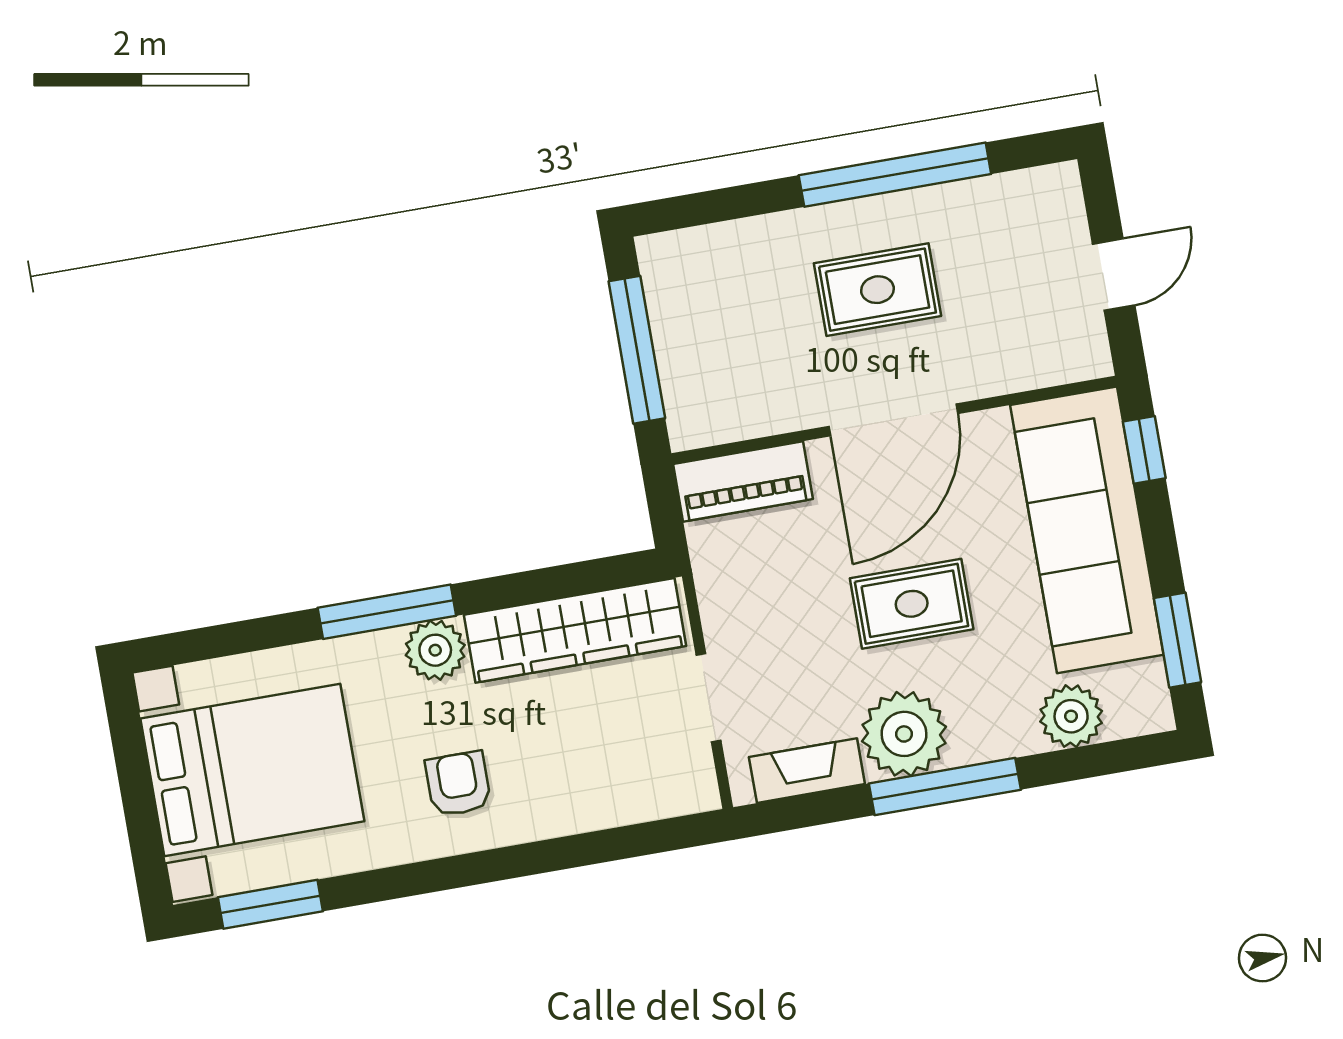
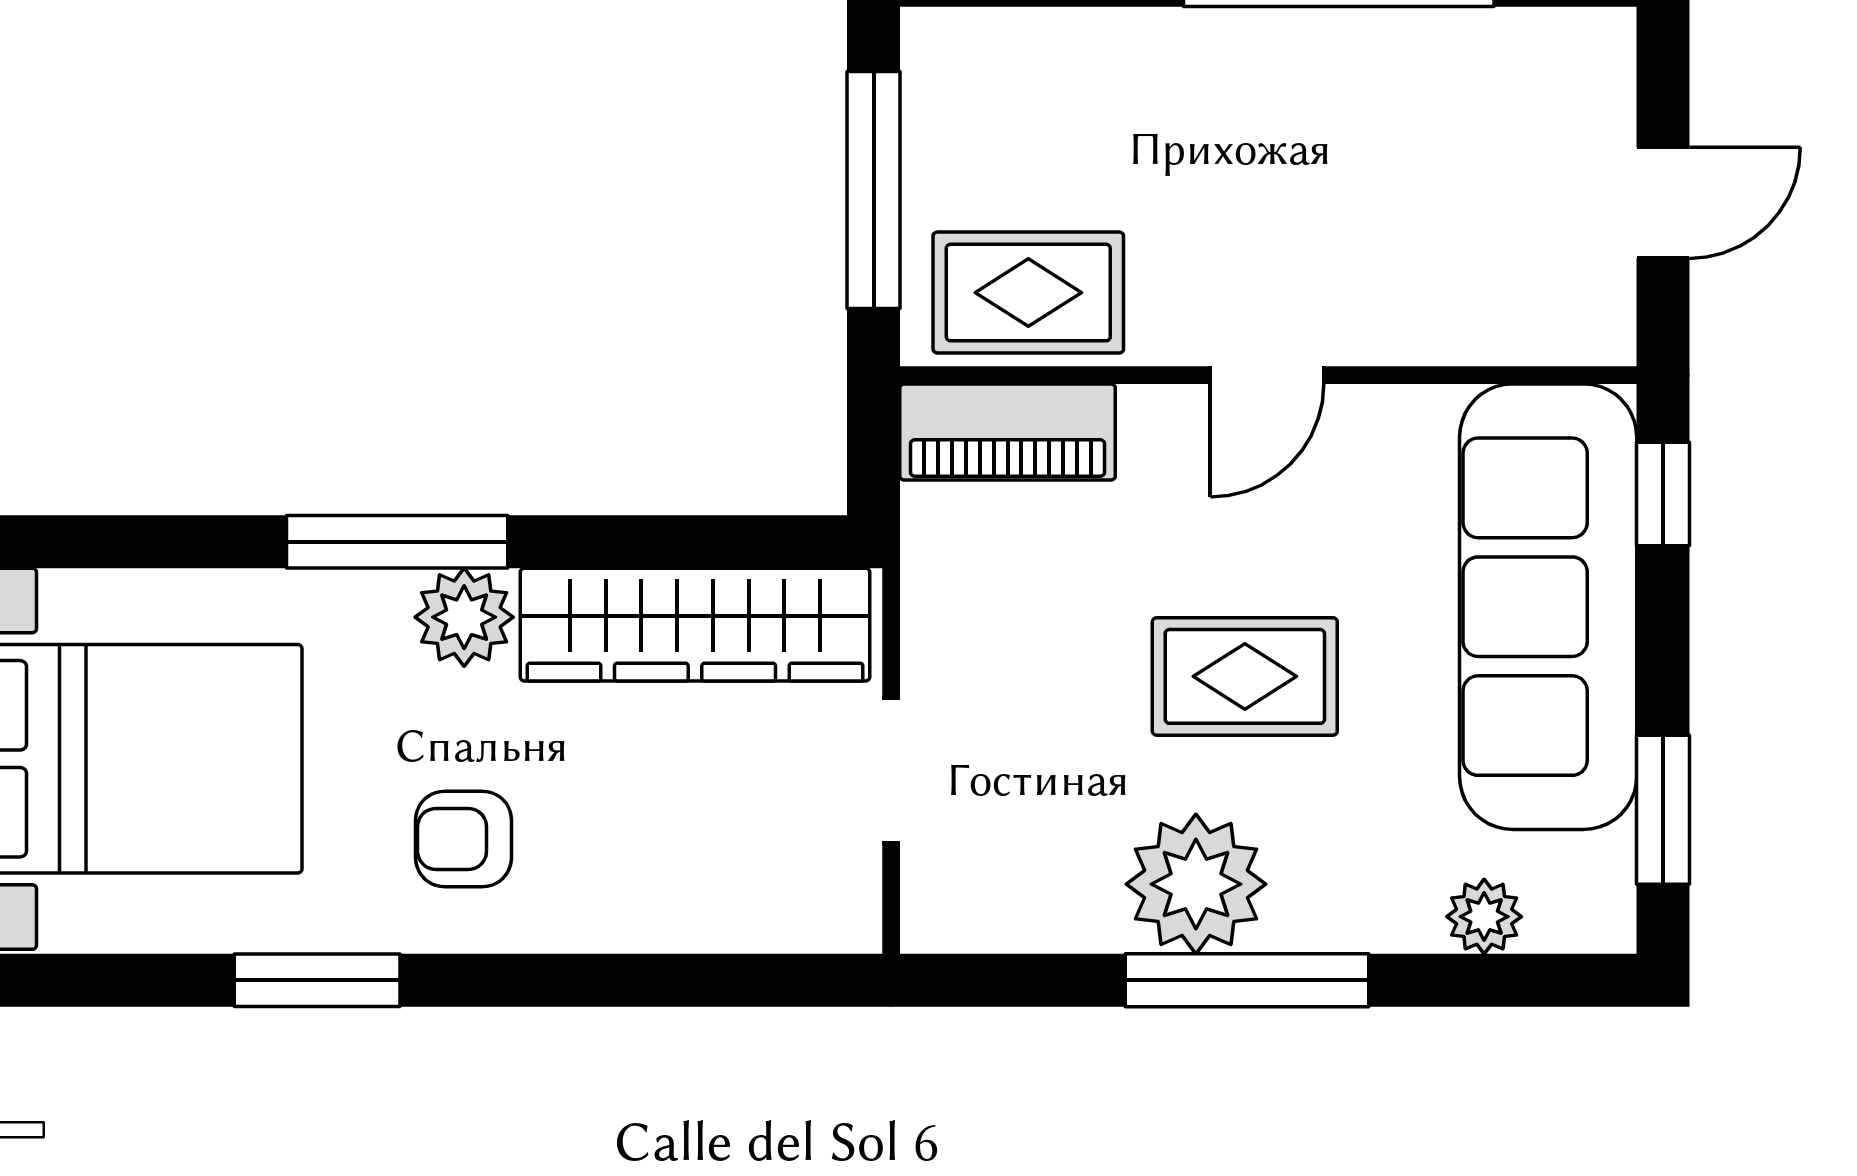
rug: (877, 290) -> (1028, 293), moved
door: (893, 420) -> (1267, 375), width x0.53
plant: (1071, 716) -> (1484, 917), width x0.73, depth x0.73
fireplace: (807, 771) -> (1029, 916), removed
armchair: (458, 784) -> (464, 839), turned -90
window: (270, 904) -> (317, 980), moved

